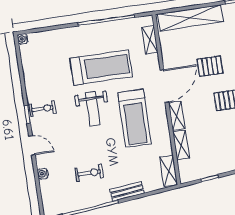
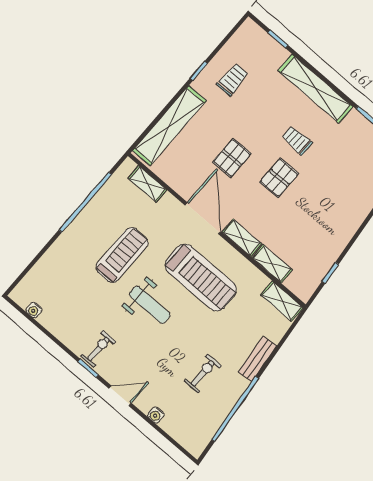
water cooler: (23, 39) -> (34, 310), moved
treadmill: (101, 67) -> (122, 255), width x0.73, depth x0.73

